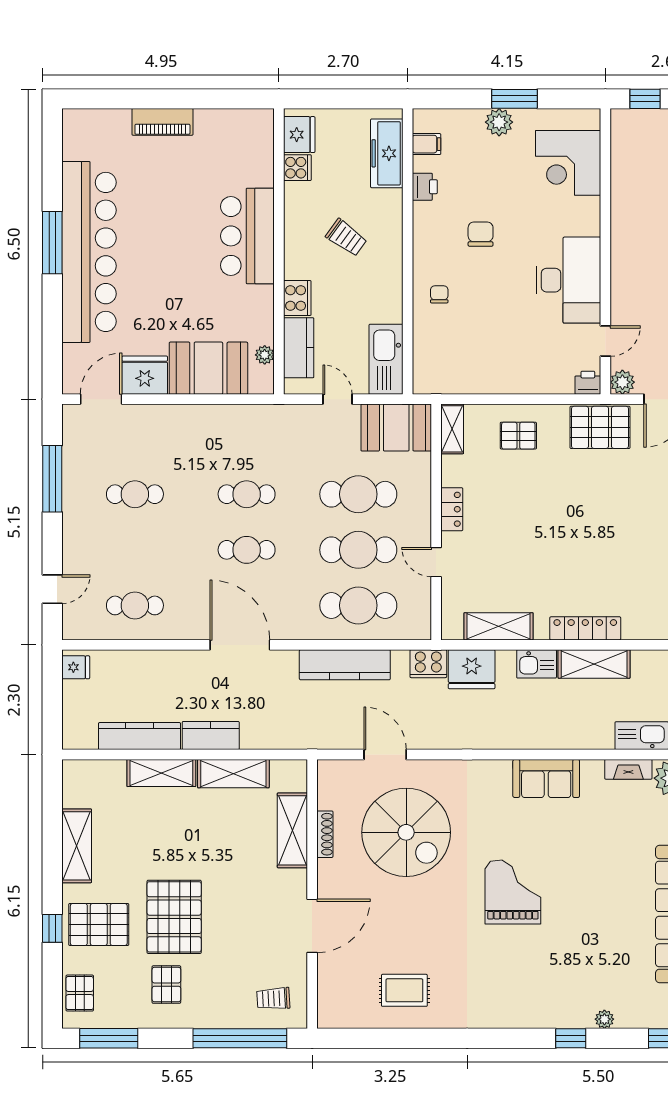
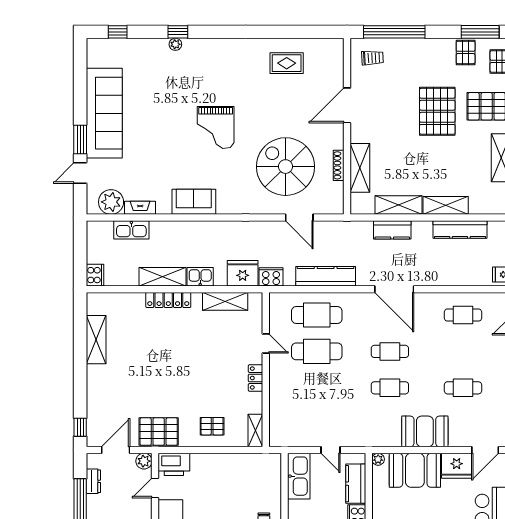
plant: (265, 355) -> (378, 459), moved
printer: (588, 383) -> (174, 464), width x1.87, depth x1.48
booth: (396, 428) -> (425, 431), moved
cafe table: (358, 494) -> (317, 388), removed
kitchen counter: (211, 736) -> (392, 230), moved
pallet: (166, 985) -> (466, 52), moved
plant: (604, 1019) -> (175, 44), moved

